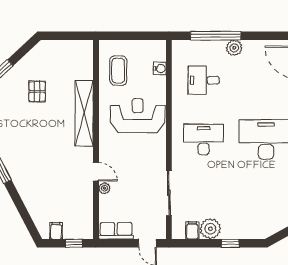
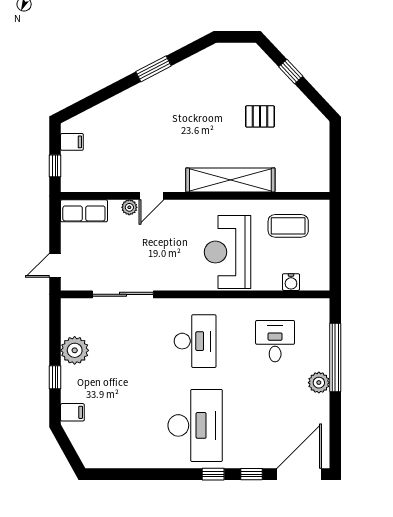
reception desk: (138, 116) -> (227, 252), turned 180
filing cabinet: (192, 230) -> (72, 412), moved
row of seats: (116, 231) -> (84, 211), moved, turned 90

